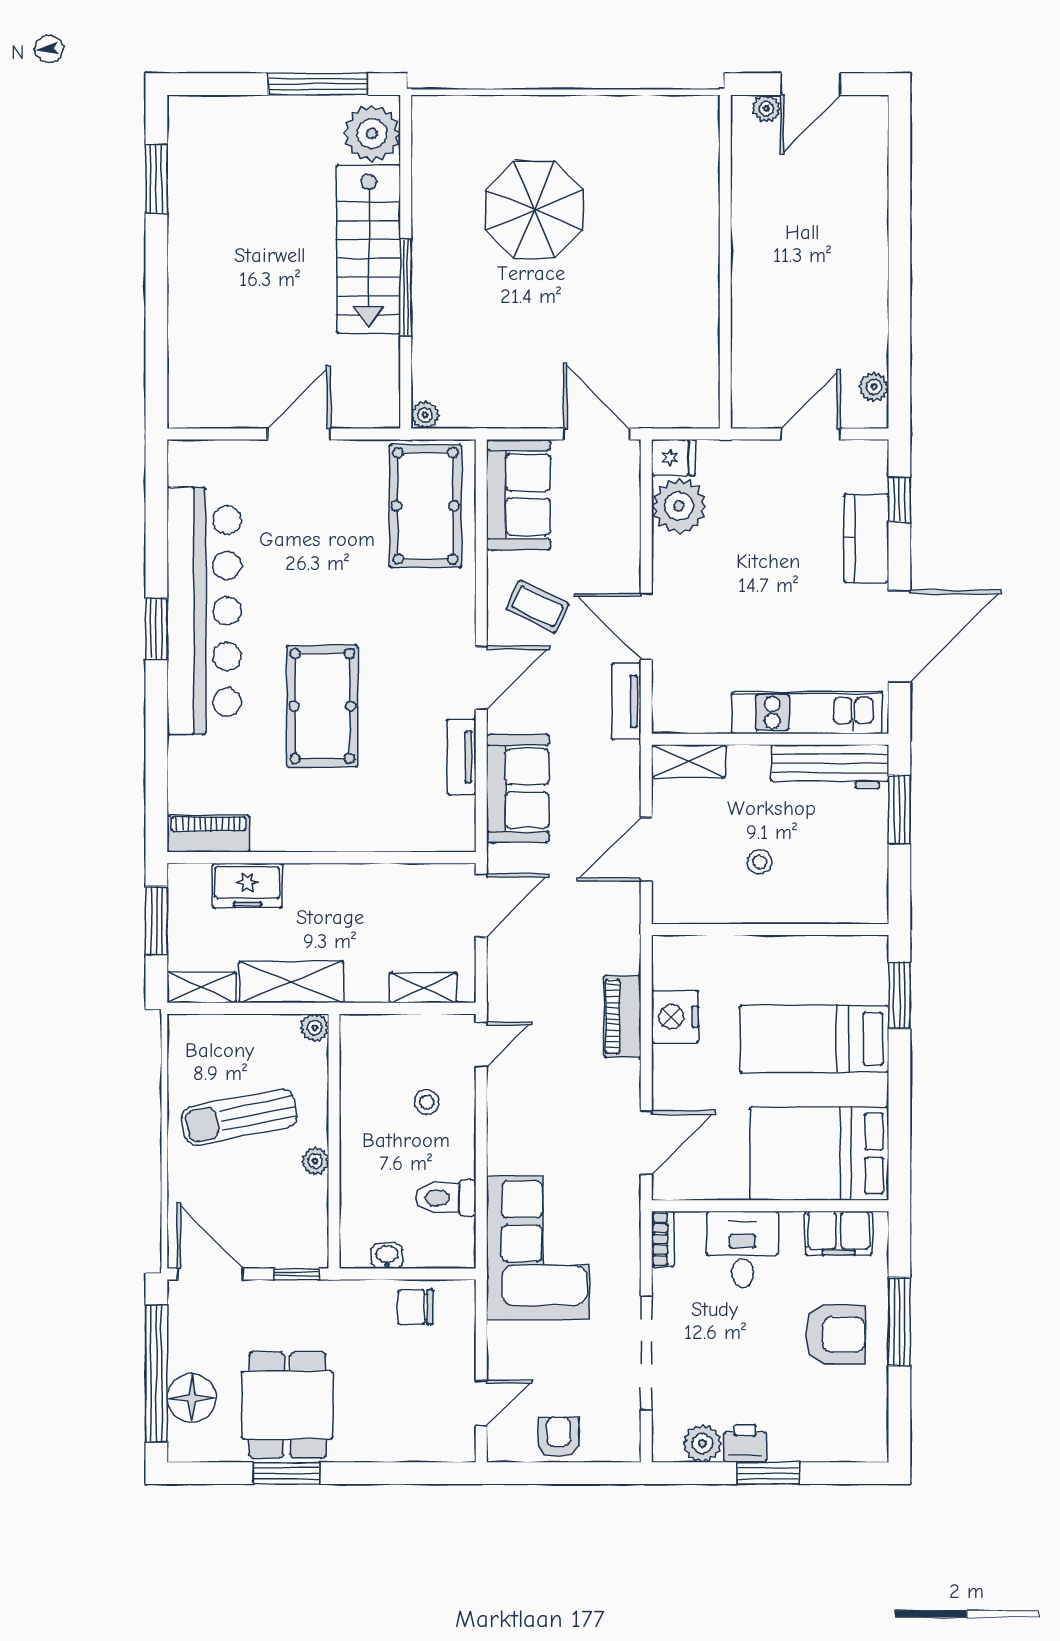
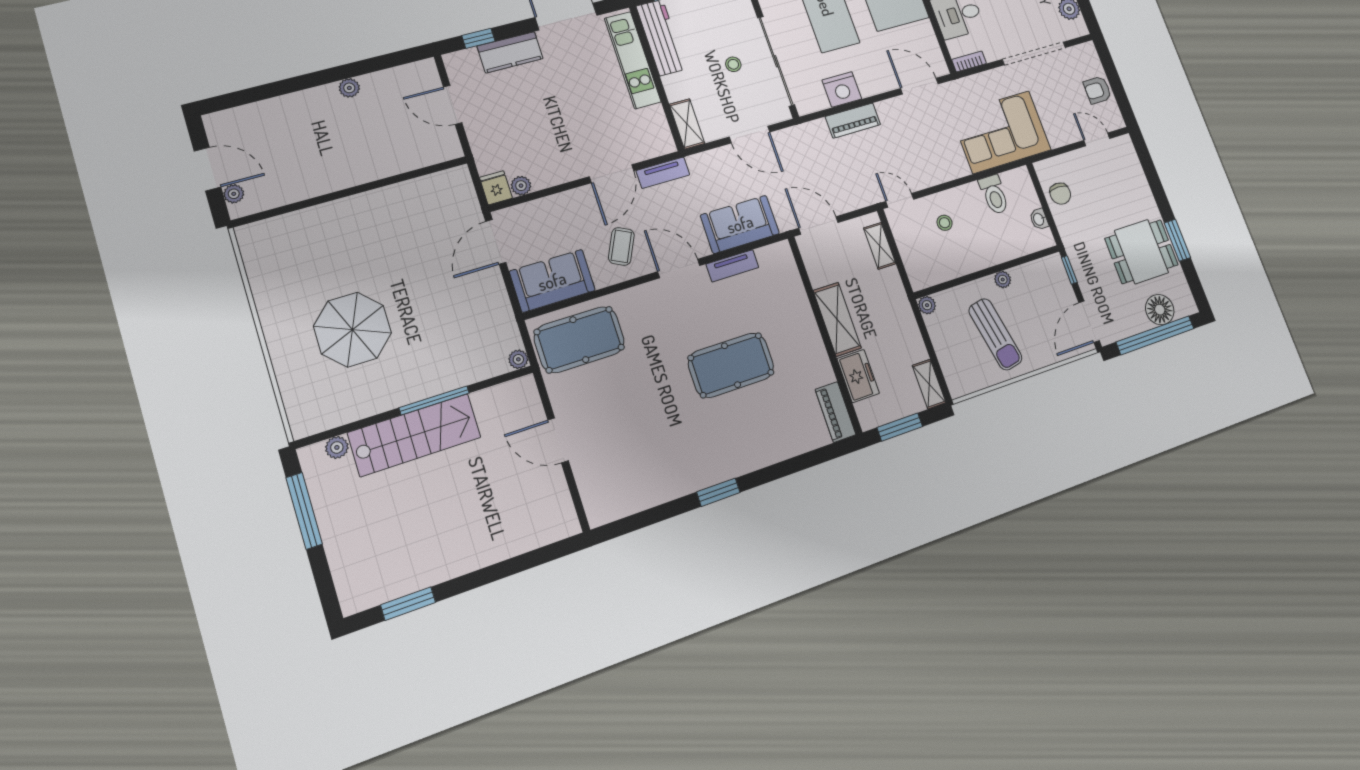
plant: (372, 133) -> (337, 447), width x0.53, depth x0.53
plant: (874, 387) -> (349, 88), moved
plant: (679, 506) -> (521, 186), width x0.53, depth x0.53
bar counter: (204, 611) -> (696, 464), removed
sliding door: (746, 929) -> (776, 61), added
shelving: (291, 982) -> (837, 319), moved

